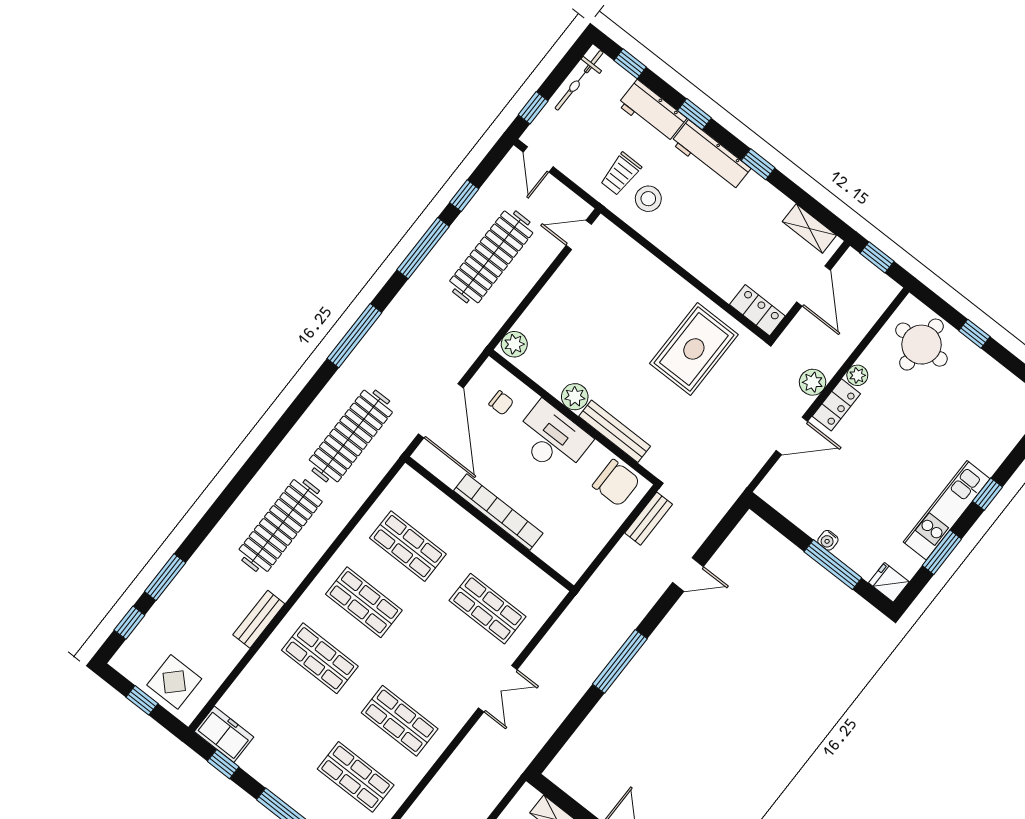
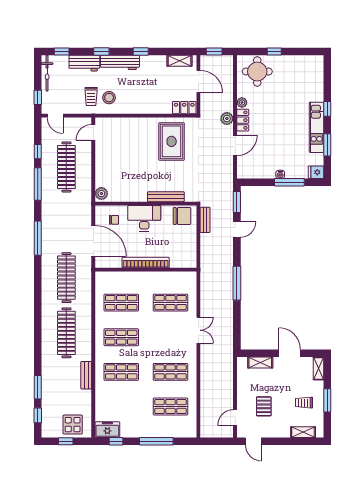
plant: (575, 397) -> (140, 195), removed
window: (723, 530) -> (237, 202), added

